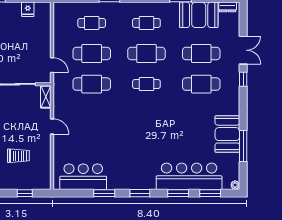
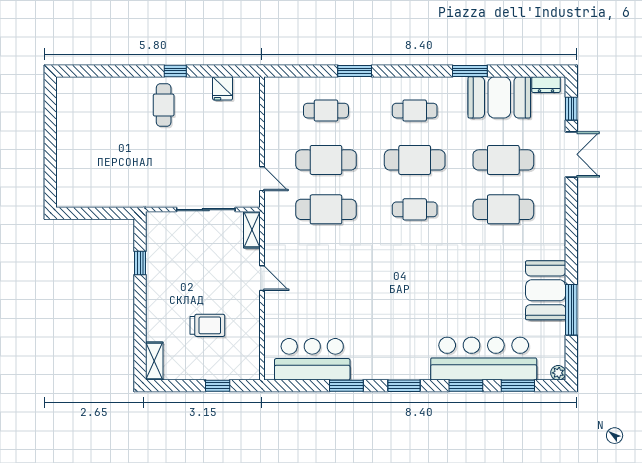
window: (243, 79) -> (571, 109), moved

